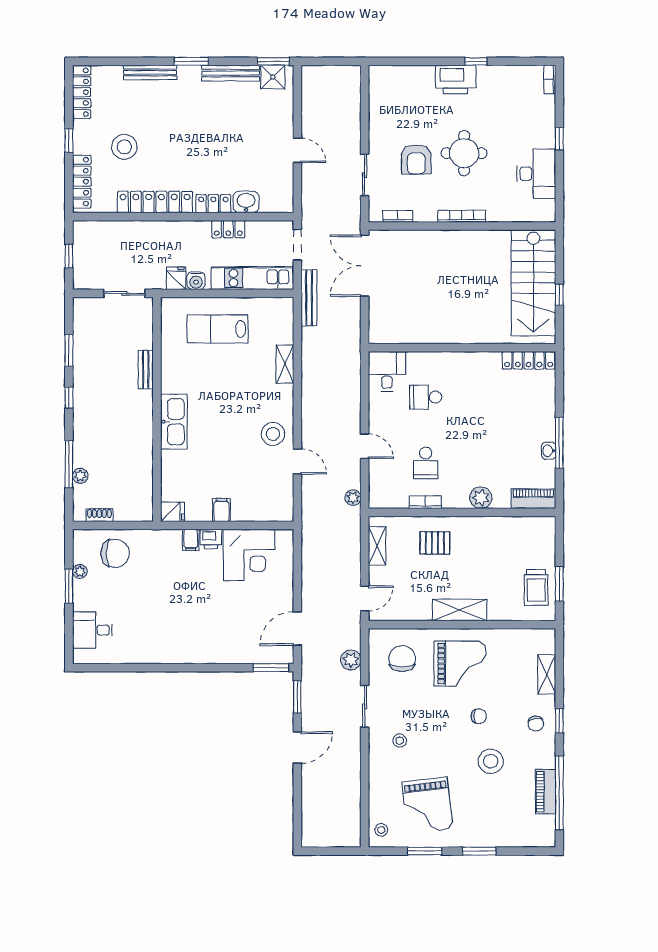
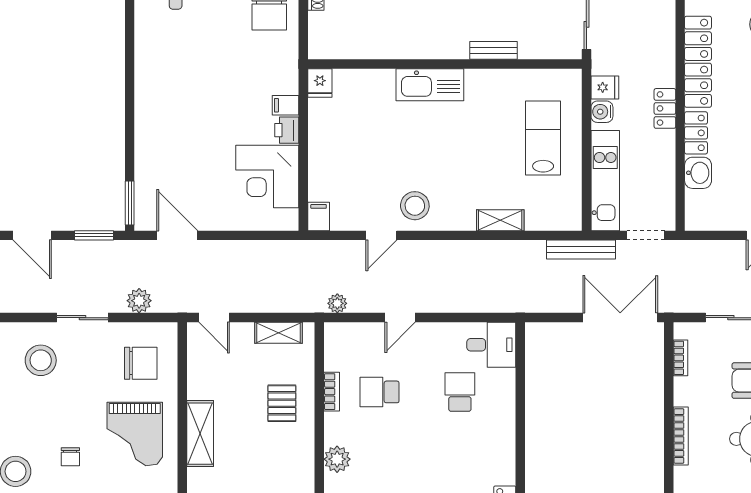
locker: (228, 229) -> (665, 108), moved
filing cabinet: (221, 510) -> (319, 216), moved, turned -90
stool: (400, 741) -> (41, 360), width x1.89, depth x1.89

